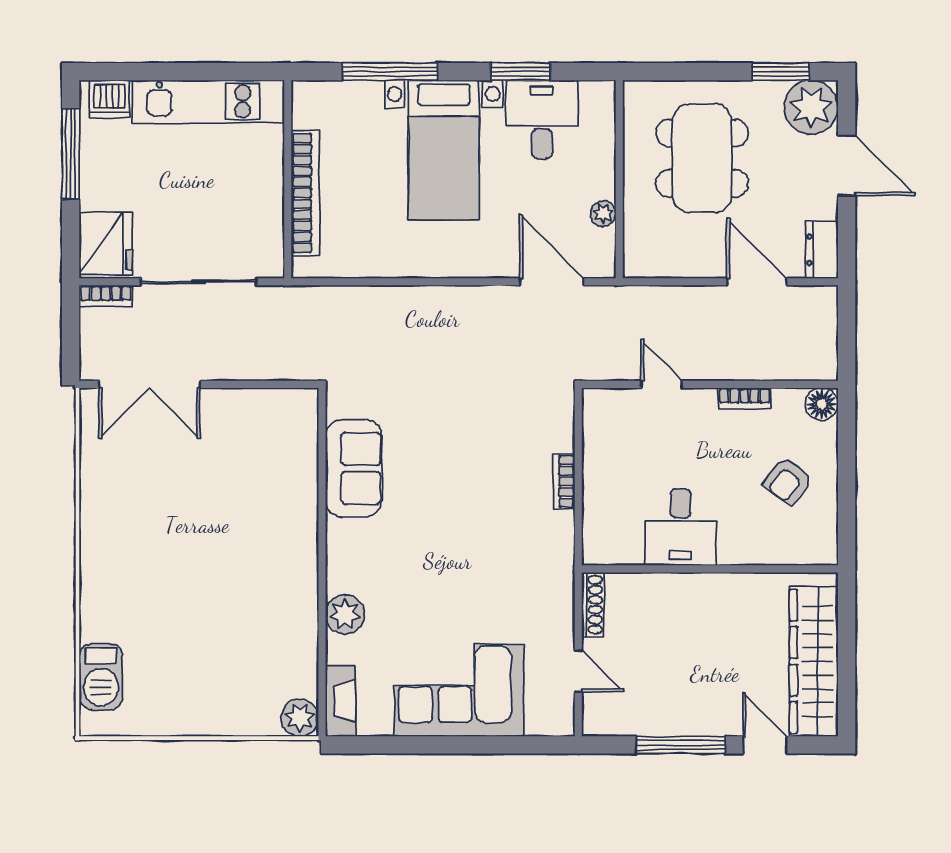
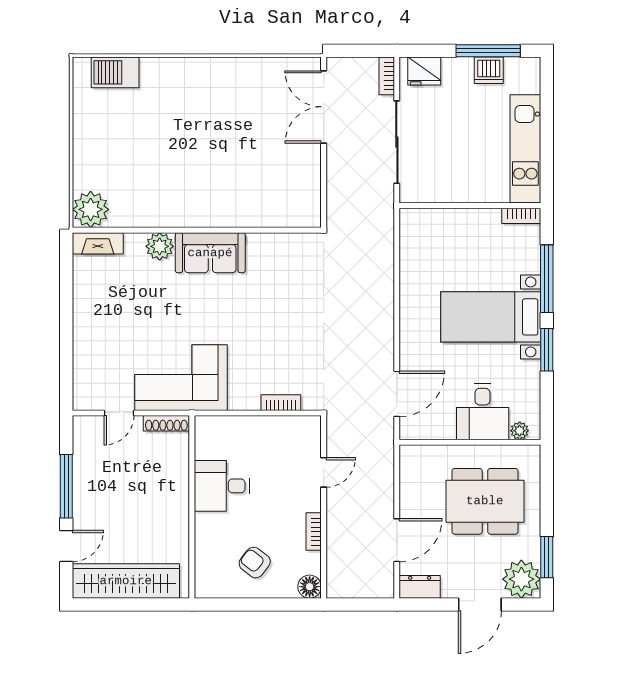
window: (521, 72) -> (547, 350), moved
dishwasher: (109, 99) -> (489, 70), moved, turned -90
desk: (542, 119) -> (483, 412), moved, turned 90
bookcase: (305, 193) -> (521, 216), moved, width x0.43, depth x0.76
plant: (603, 214) -> (520, 431), moved
fridge: (106, 243) -> (424, 71), width x0.73, depth x0.75
sofa: (354, 468) -> (210, 253), moved
bookcase: (564, 481) -> (281, 403), moved
corner sofa: (459, 690) -> (181, 378), moved, turned -90
plant: (300, 718) -> (91, 209), width x1.36, depth x1.36

